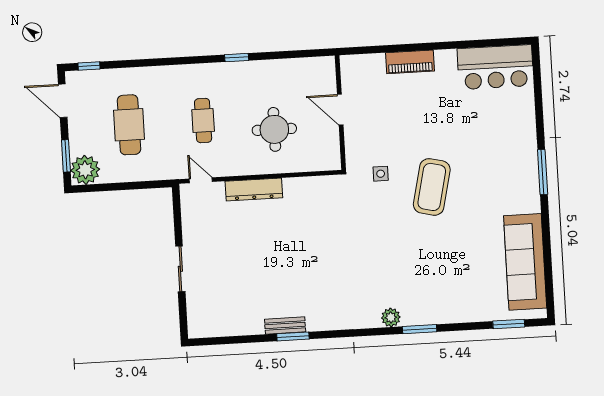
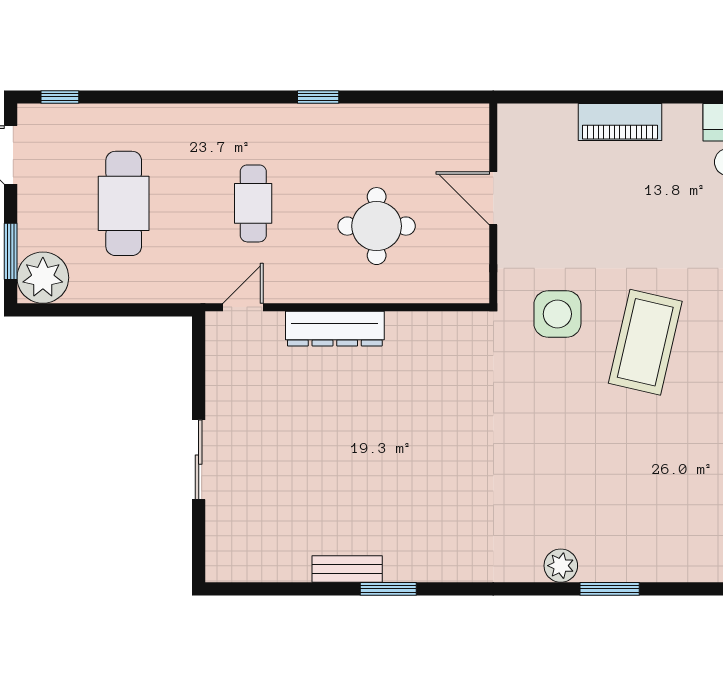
side table: (381, 174) -> (557, 314), width x1.87, depth x1.87
door: (201, 180) -> (243, 307), hinge flipped
bench: (285, 325) -> (347, 569), moved

